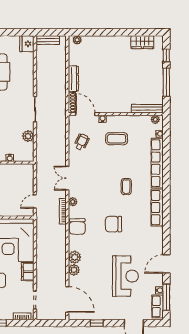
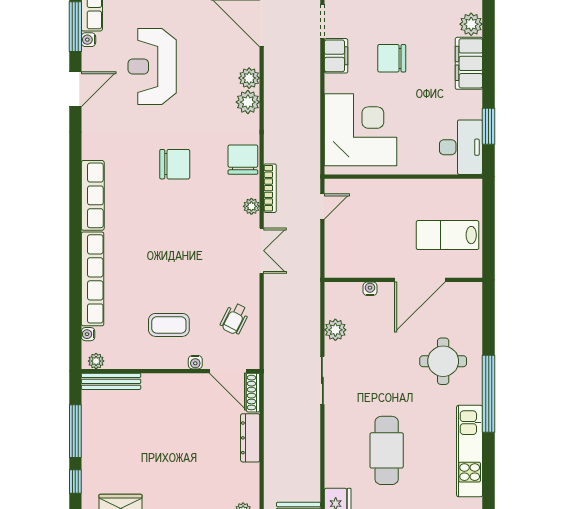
coffee table: (126, 187) -> (151, 235), removed
filing cabinet: (28, 272) -> (336, 56), moved

